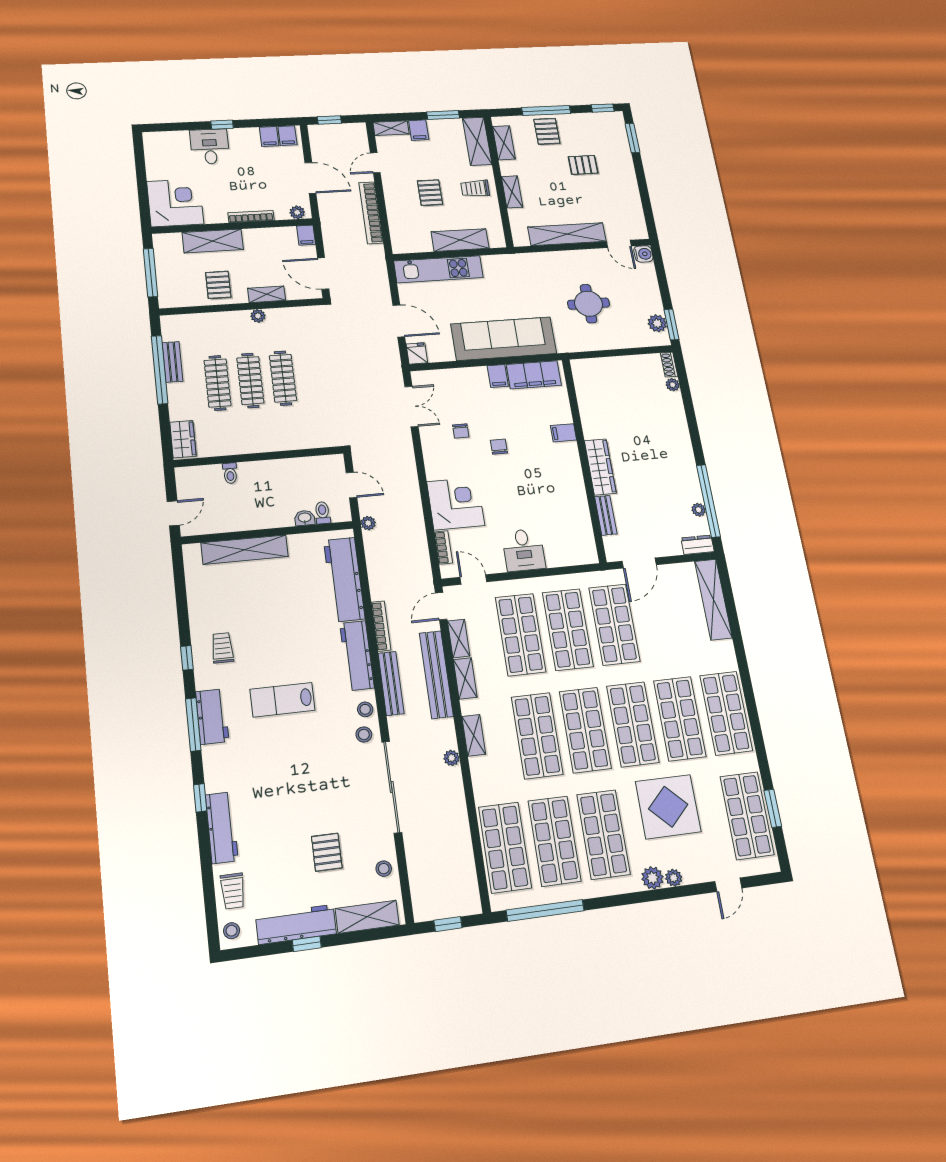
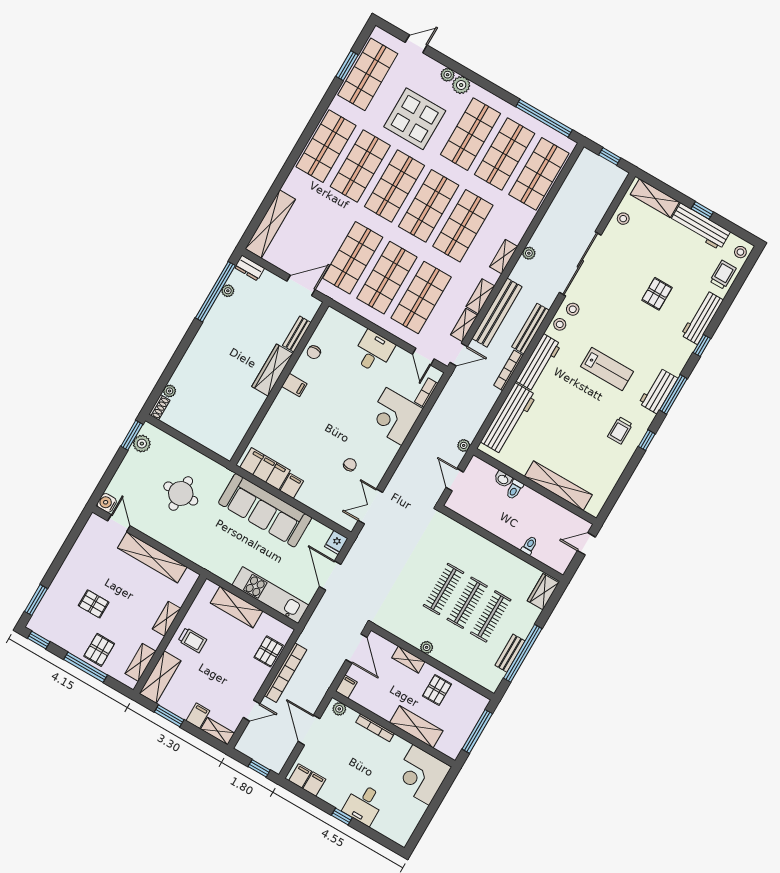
pallet: (430, 193) -> (269, 651), moved
filing cabinet: (563, 433) -> (294, 385), moved
chair: (499, 447) -> (314, 352), moved
toilet: (323, 513) -> (515, 489), moved
pallet: (327, 852) -> (657, 294), moved

